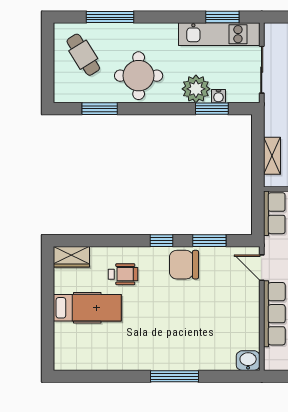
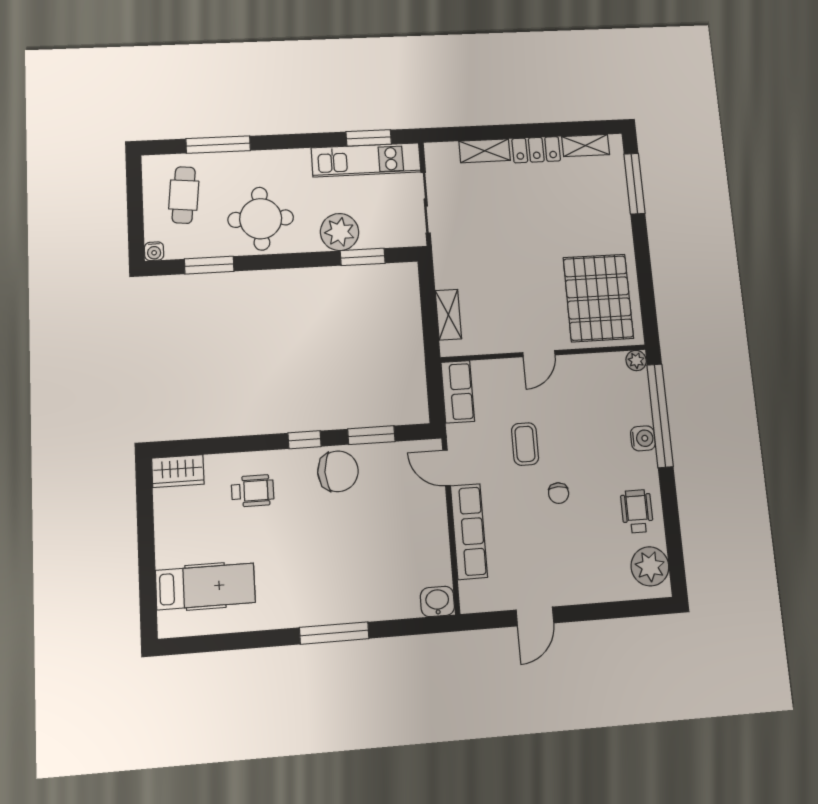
cafe table: (83, 55) -> (184, 195), turned 38
water cooler: (218, 96) -> (154, 251), moved
chair: (184, 265) -> (338, 471), turned 180
hospital bed: (87, 308) -> (205, 586), moved

